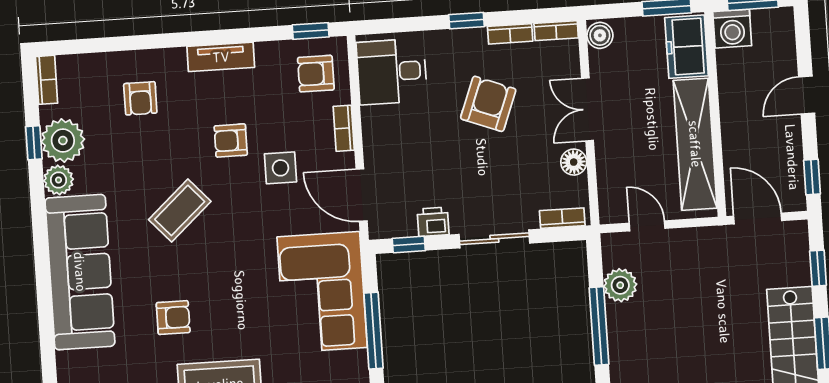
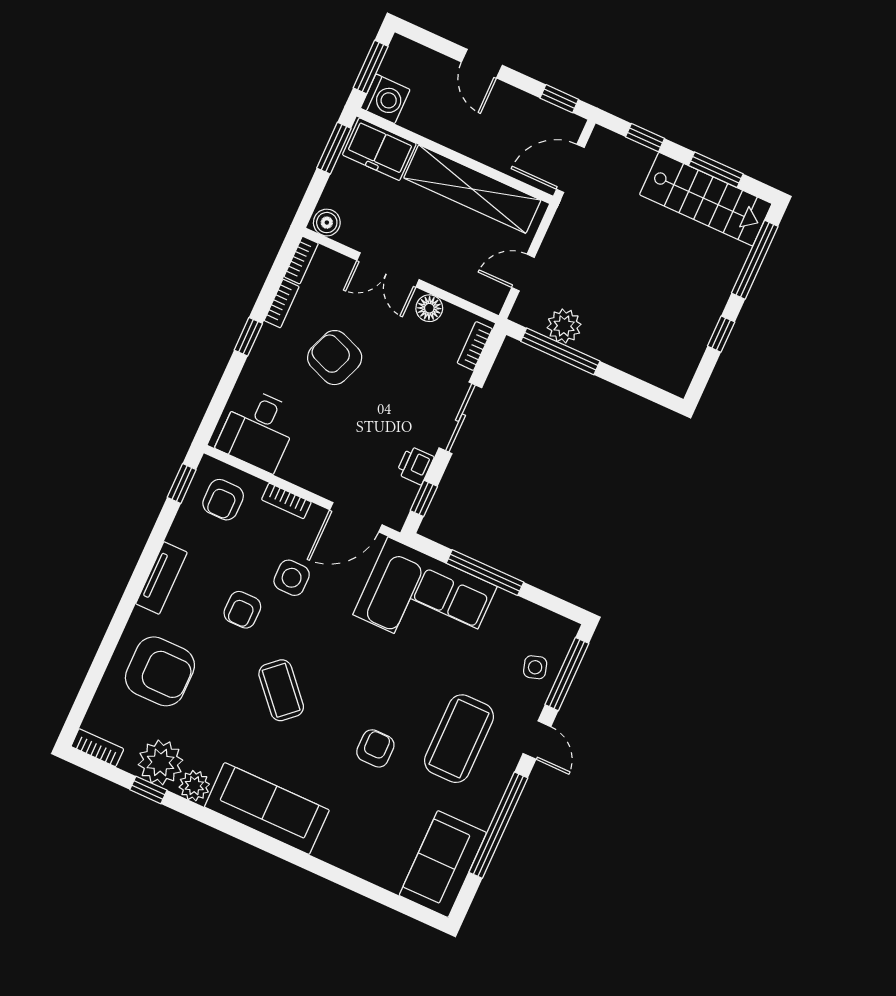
armchair: (140, 98) -> (160, 671), width x1.88, depth x1.88
sofa: (80, 272) -> (267, 809), width x0.74, depth x0.79
window: (599, 326) -> (560, 351), moved

